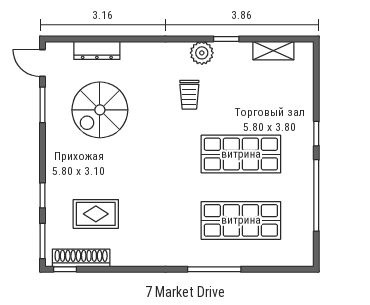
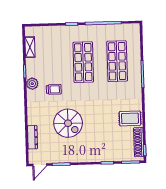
spiral stairs: (100, 110) -> (68, 123), moved
rug: (96, 214) -> (130, 118), moved, turned 90

